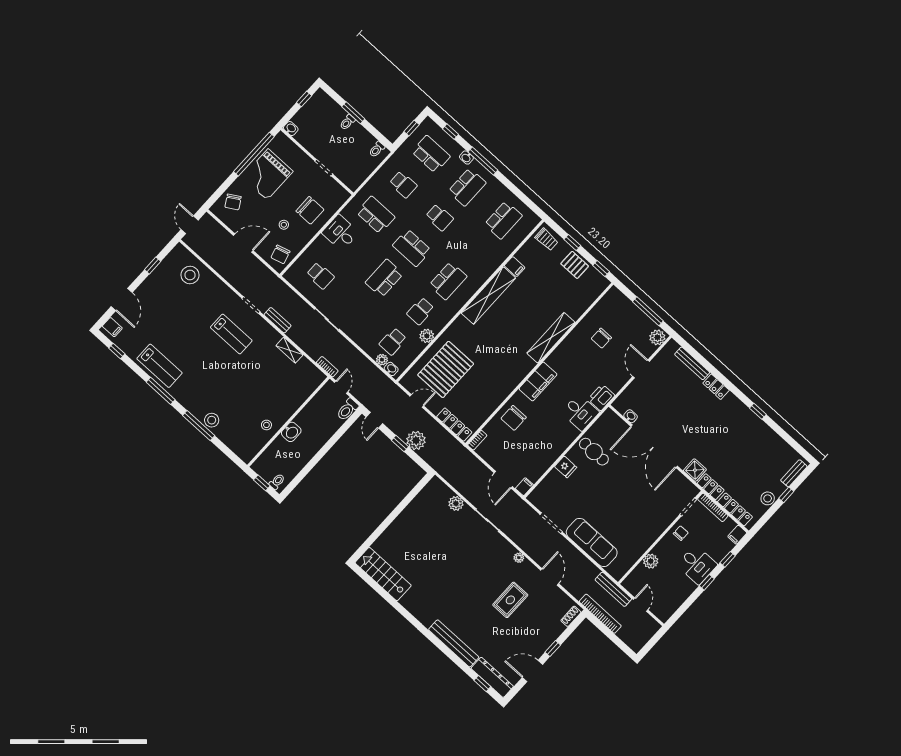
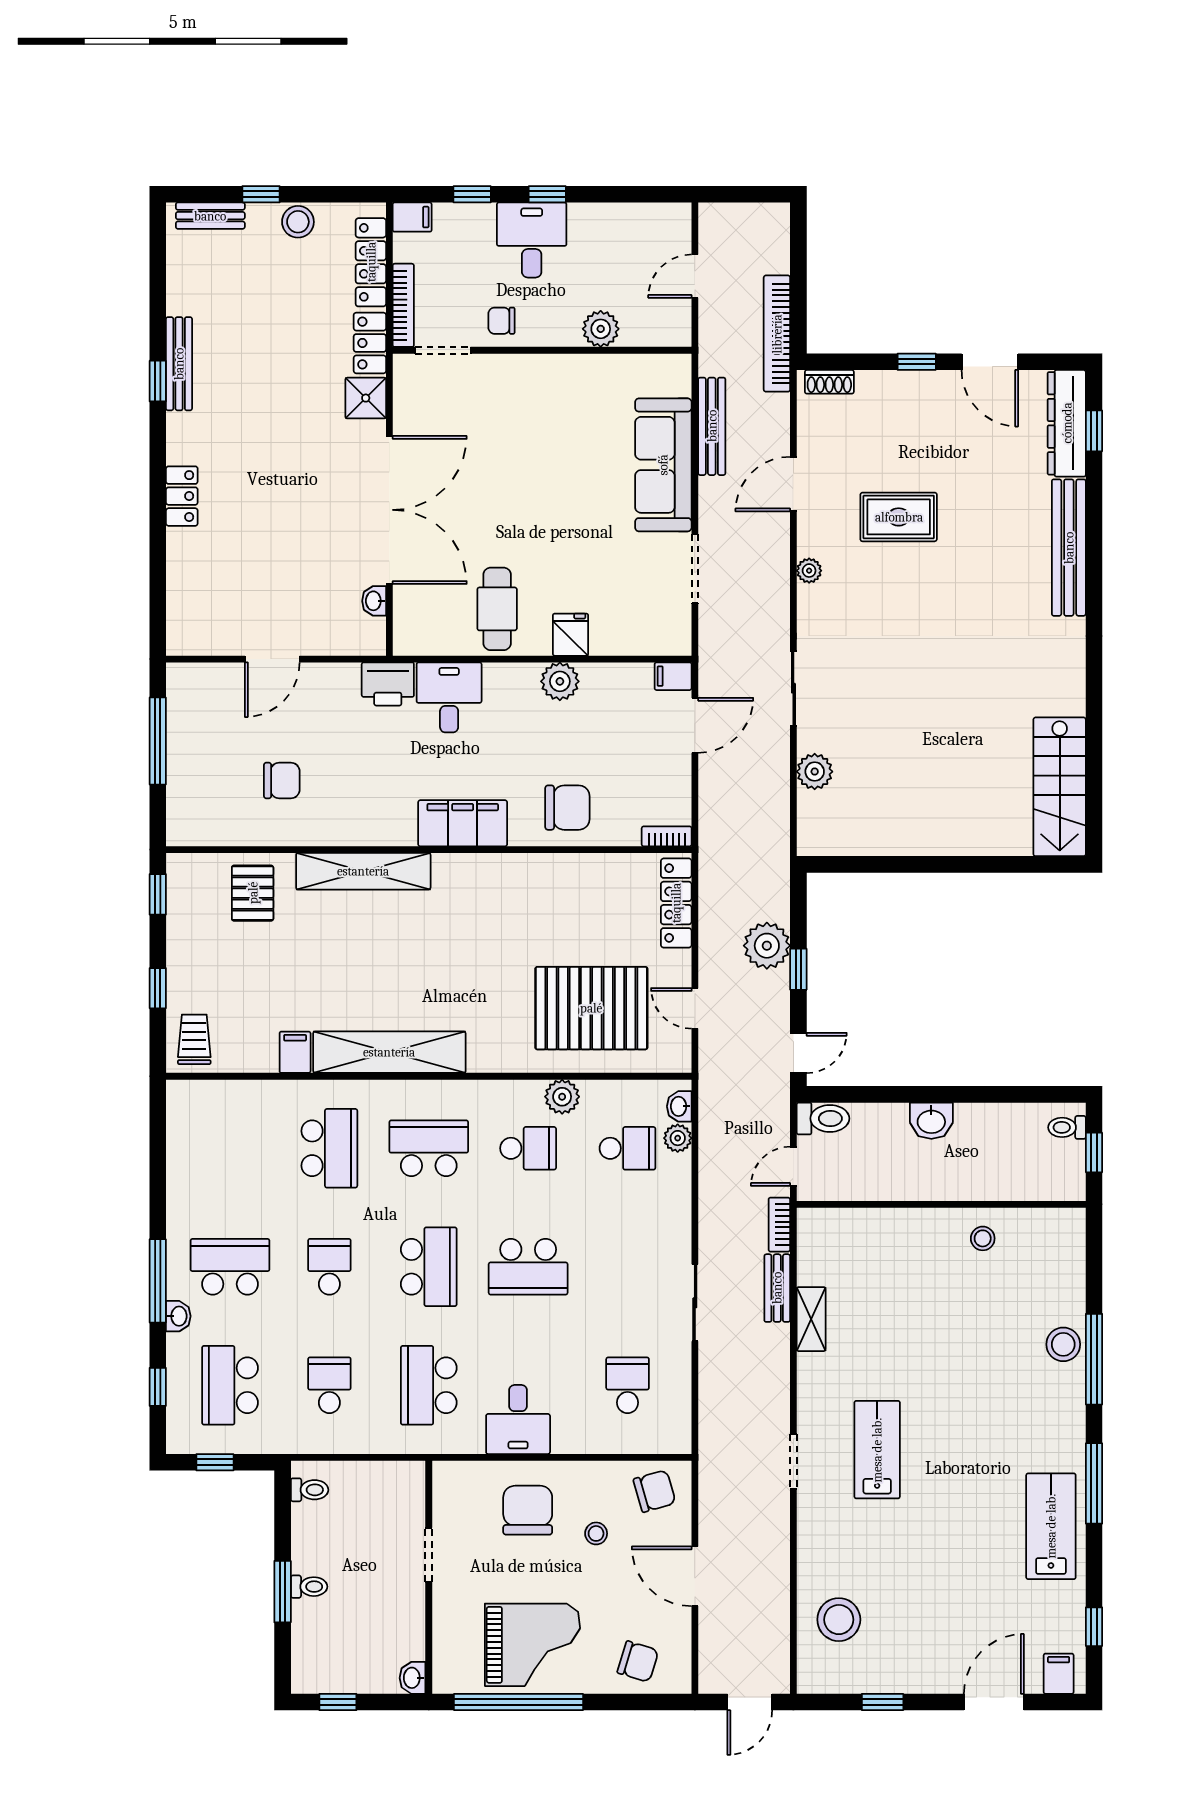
chair: (233, 202) -> (638, 1662), turned 48
school desk: (503, 220) -> (329, 1148), moved, turned 90
pallet: (575, 265) -> (253, 893), moved
bench: (278, 320) -> (777, 1288), moved
plant: (657, 337) -> (560, 681), moved
bench: (692, 363) -> (179, 364), moved
washbasin: (291, 432) -> (931, 1121), moved, turned 180
bench: (613, 589) -> (712, 426), moved

